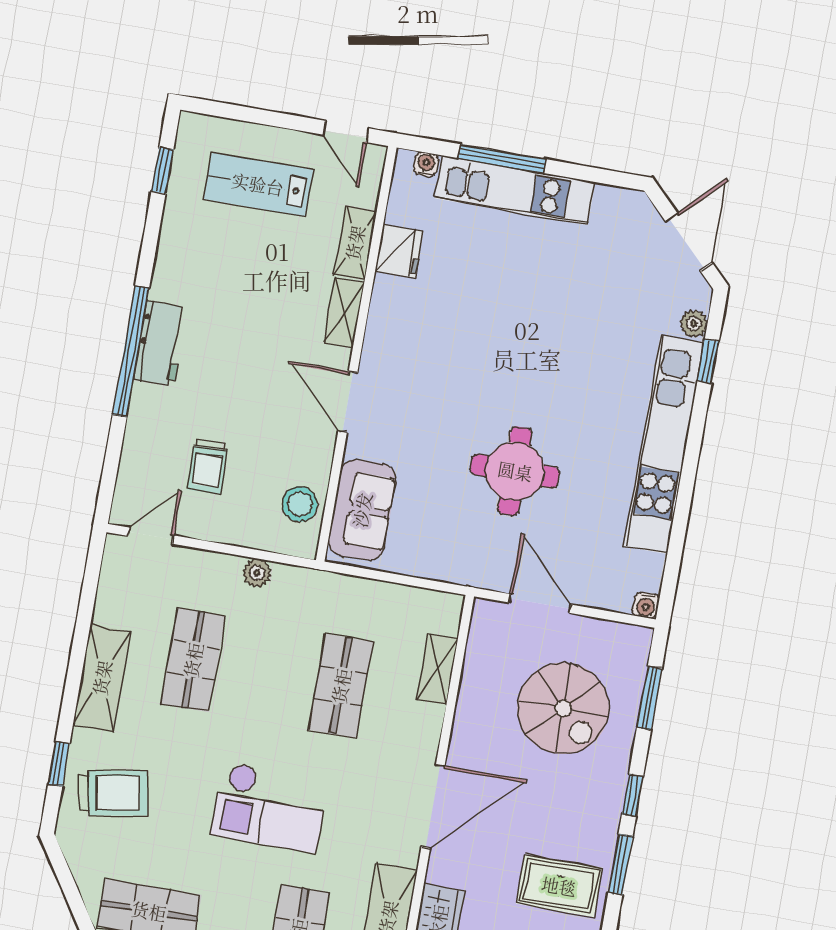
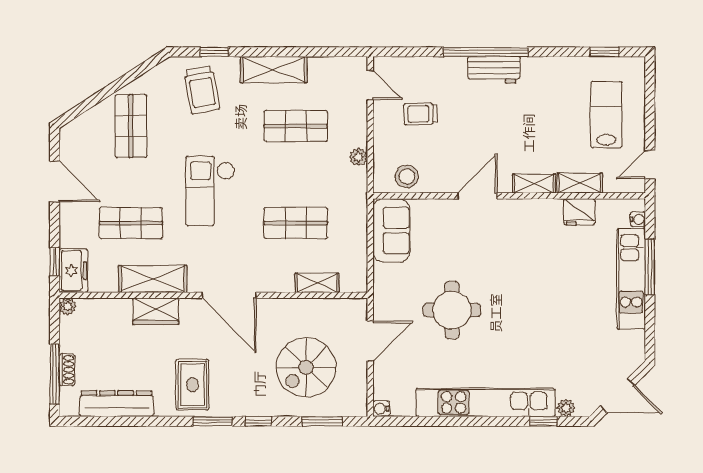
sofa: (362, 510) -> (391, 230), moved, turned -90

